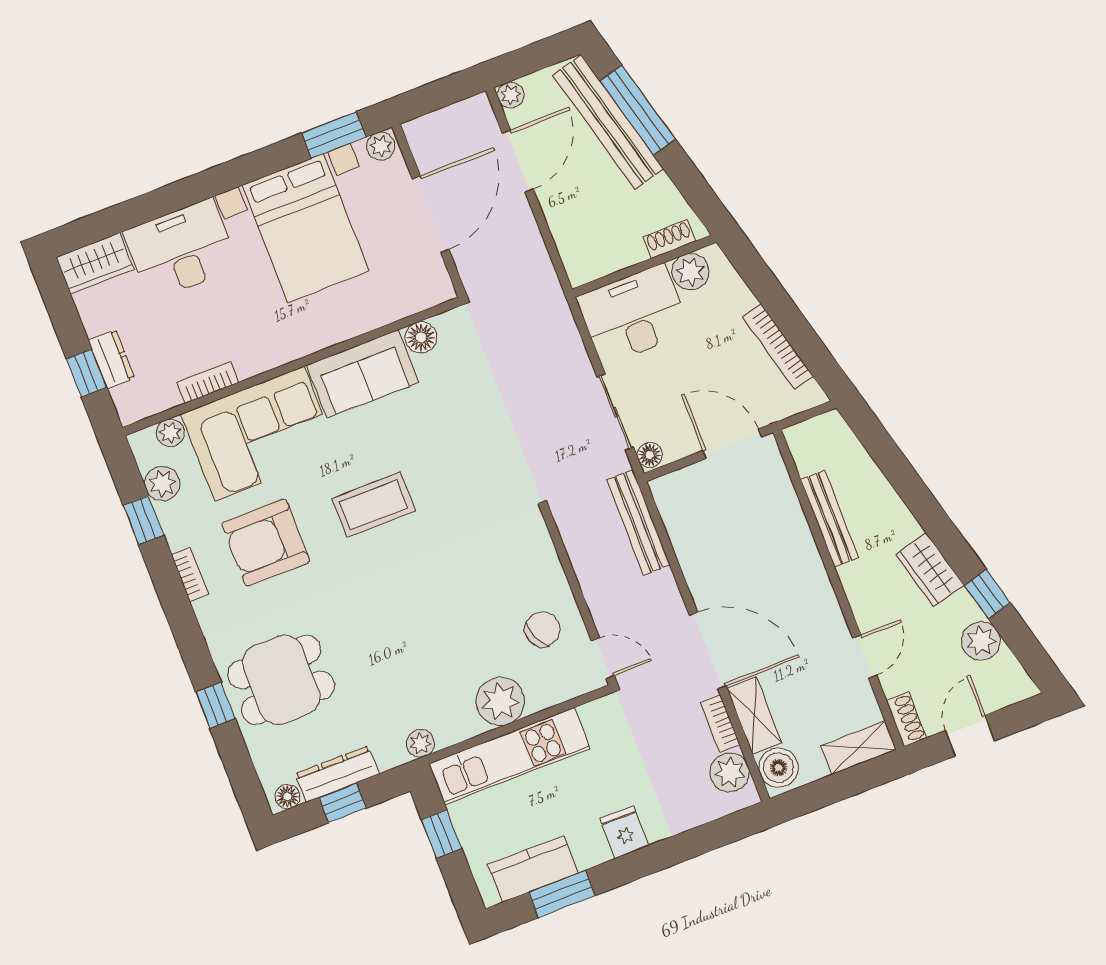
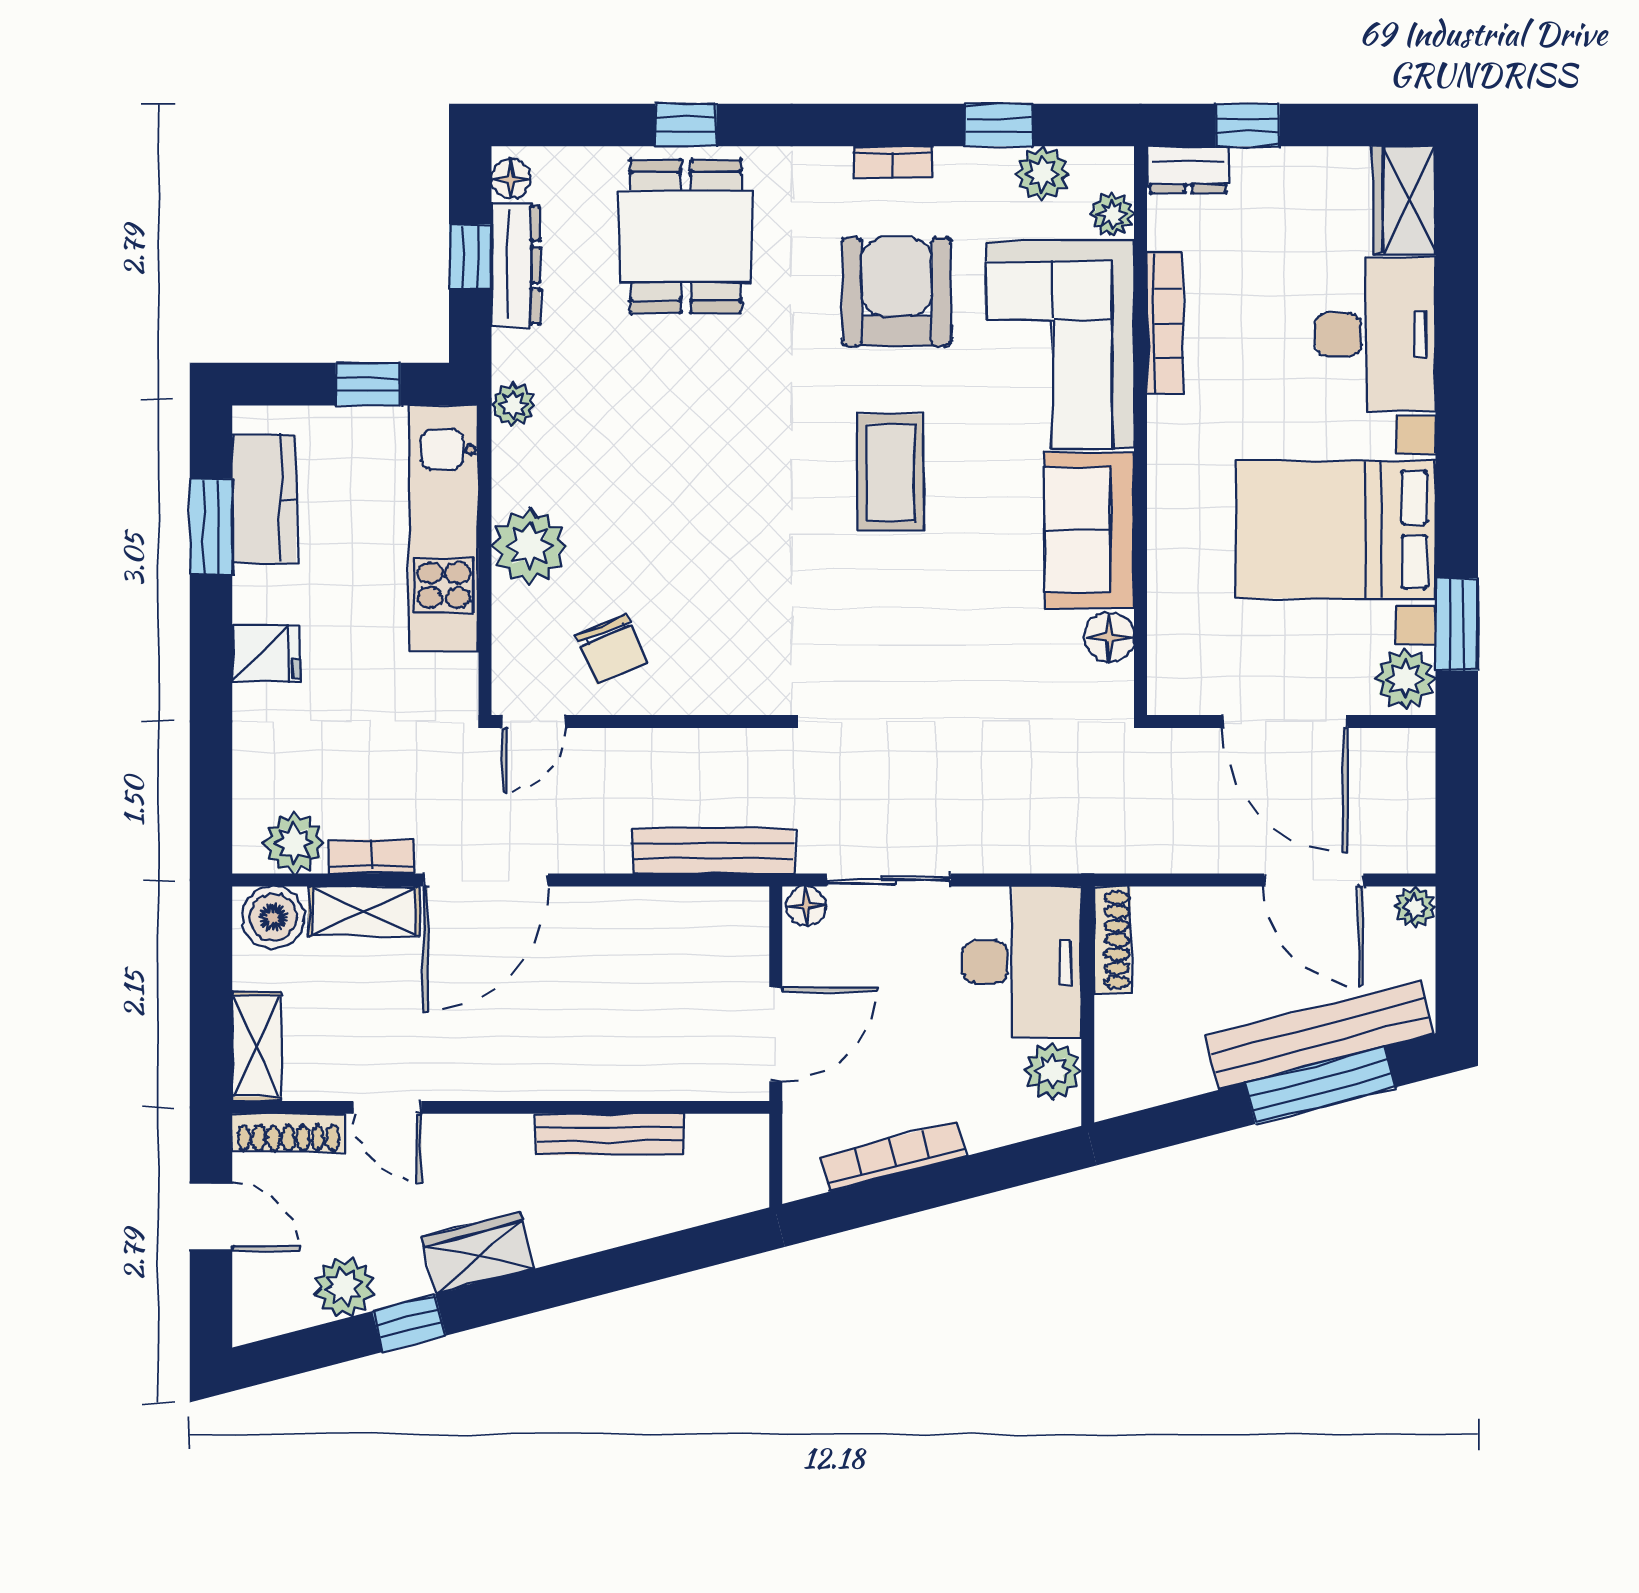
plant: (381, 146) -> (1405, 679), width x1.38, depth x1.38
shoe rack: (669, 239) -> (1112, 940), moved, width x1.43
dresser: (111, 359) -> (1188, 170), moved
bookcase: (208, 382) -> (1165, 323), width x1.56
shoe rack: (906, 719) -> (288, 1133), width x1.43

